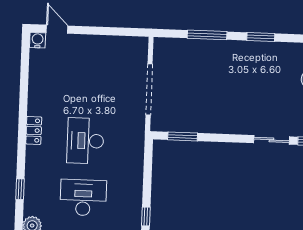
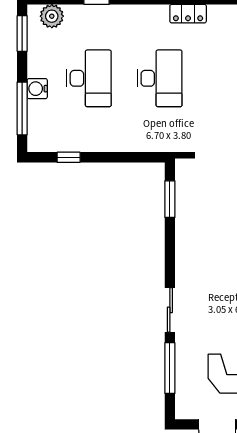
locker: (34, 130) -> (188, 14), moved
desk: (85, 141) -> (160, 78), turned 90

